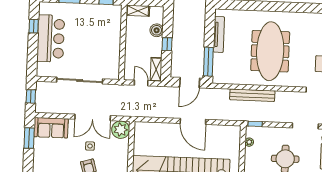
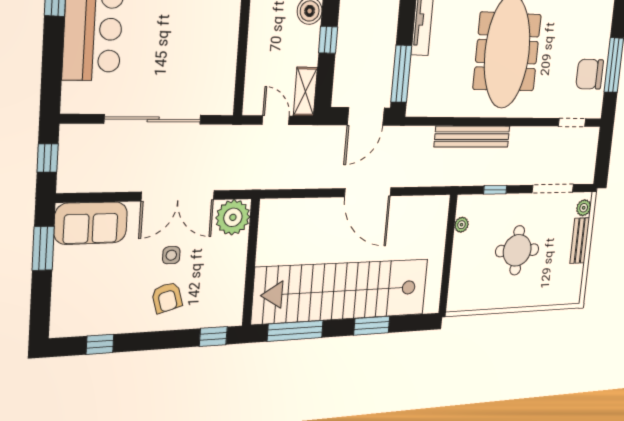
window: (255, 124) -> (495, 190), moved

